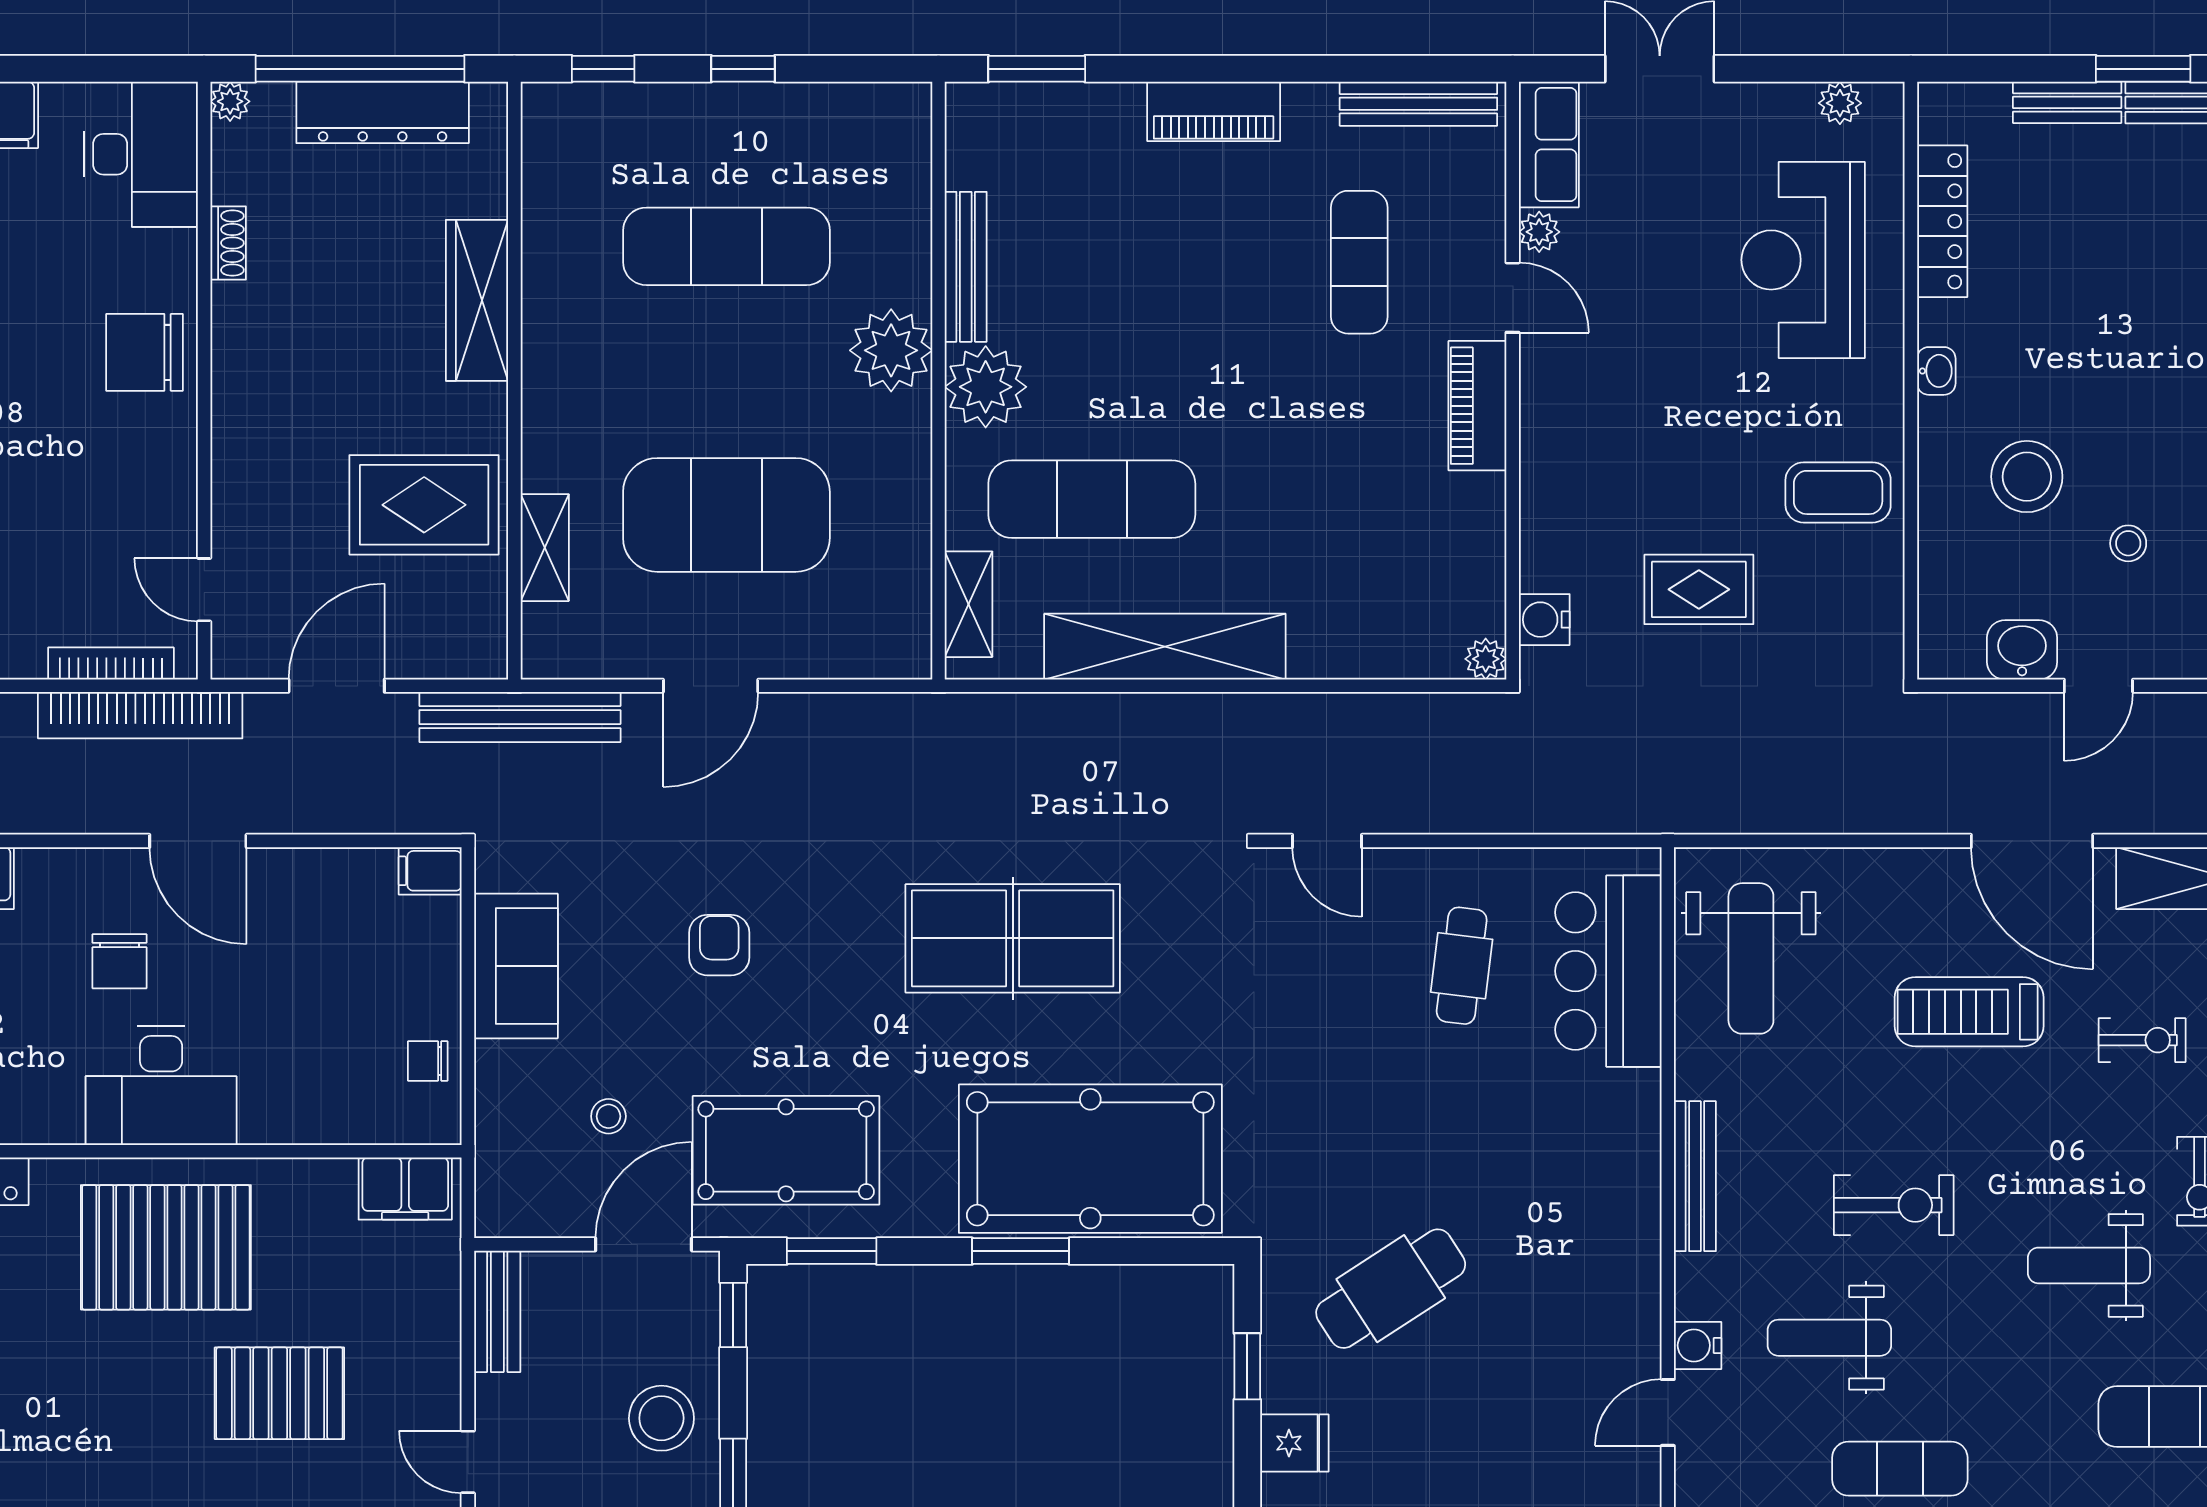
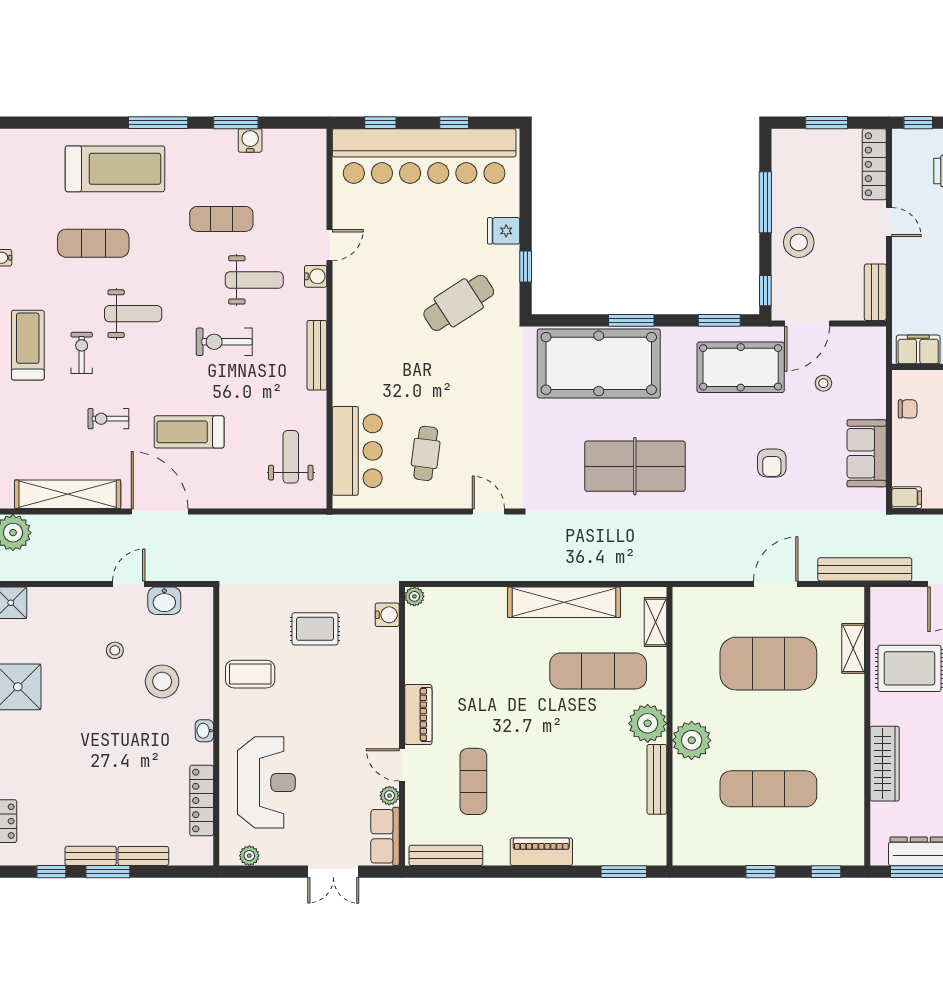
weight bench: (1751, 958) -> (291, 457), width x0.73, depth x0.75
treadmill: (1969, 1012) -> (189, 432), turned 180

